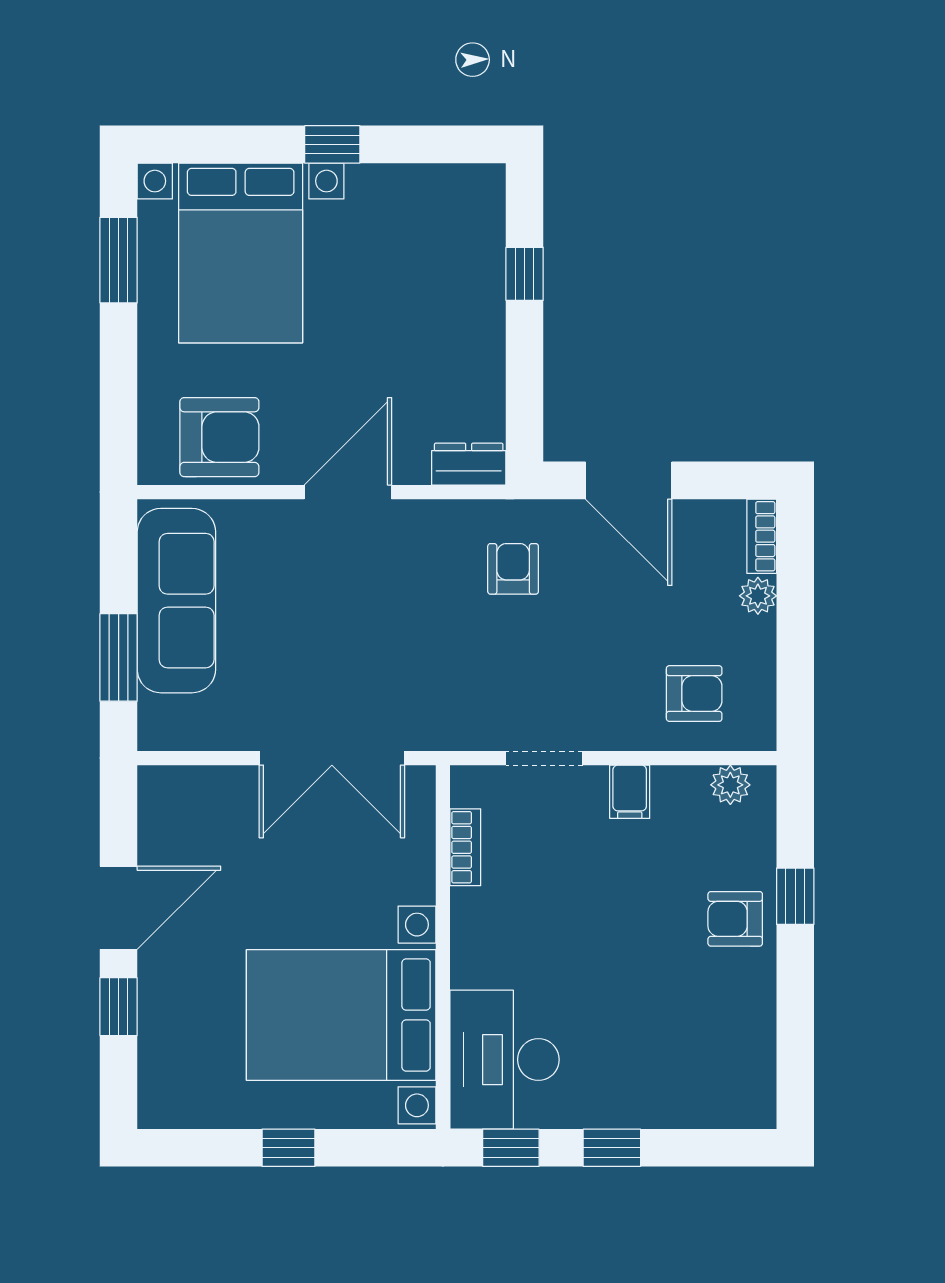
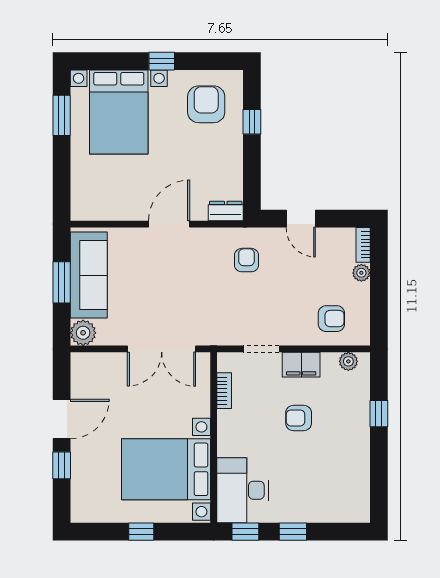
armchair: (219, 437) -> (206, 104), moved, turned -90
door: (629, 480) -> (301, 219), width x0.73
window: (119, 657) -> (62, 282), moved
plant: (164, 724) -> (83, 333), added
filing cabinet: (630, 792) -> (301, 365), width x2.00
armchair: (735, 919) -> (299, 418), moved

